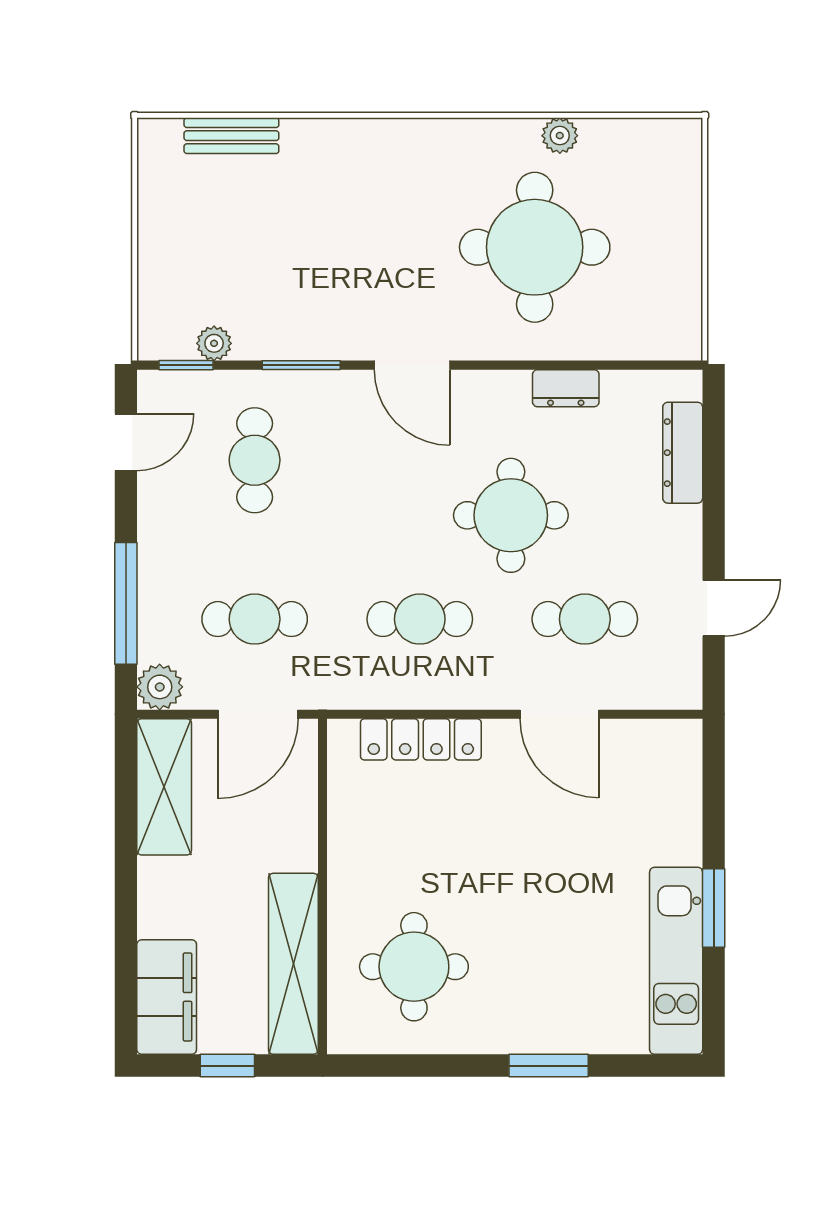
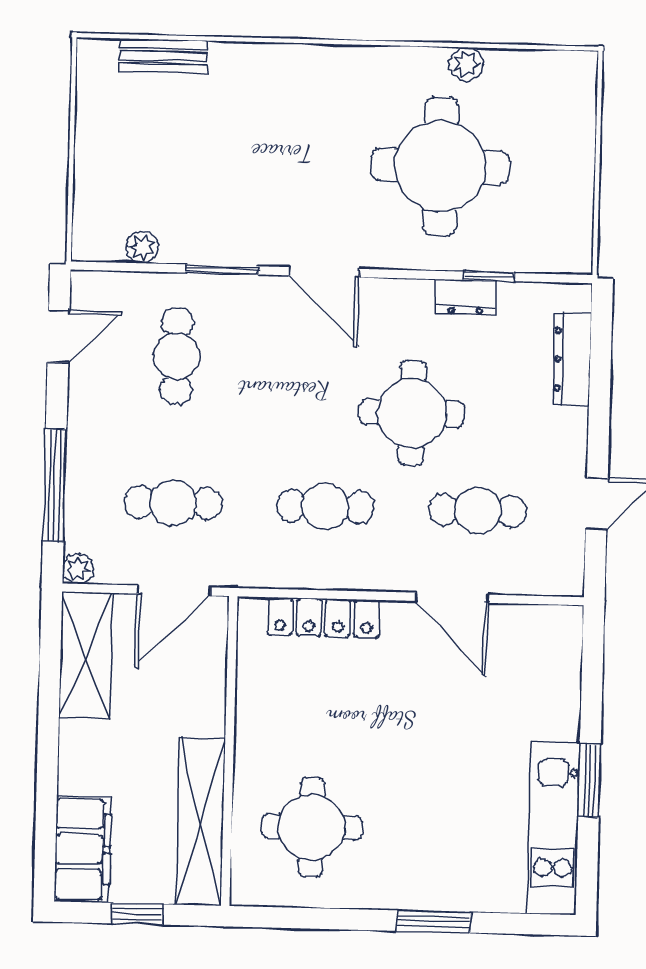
window: (186, 365) -> (489, 276), moved
plant: (160, 687) -> (78, 569), width x0.73, depth x0.73

